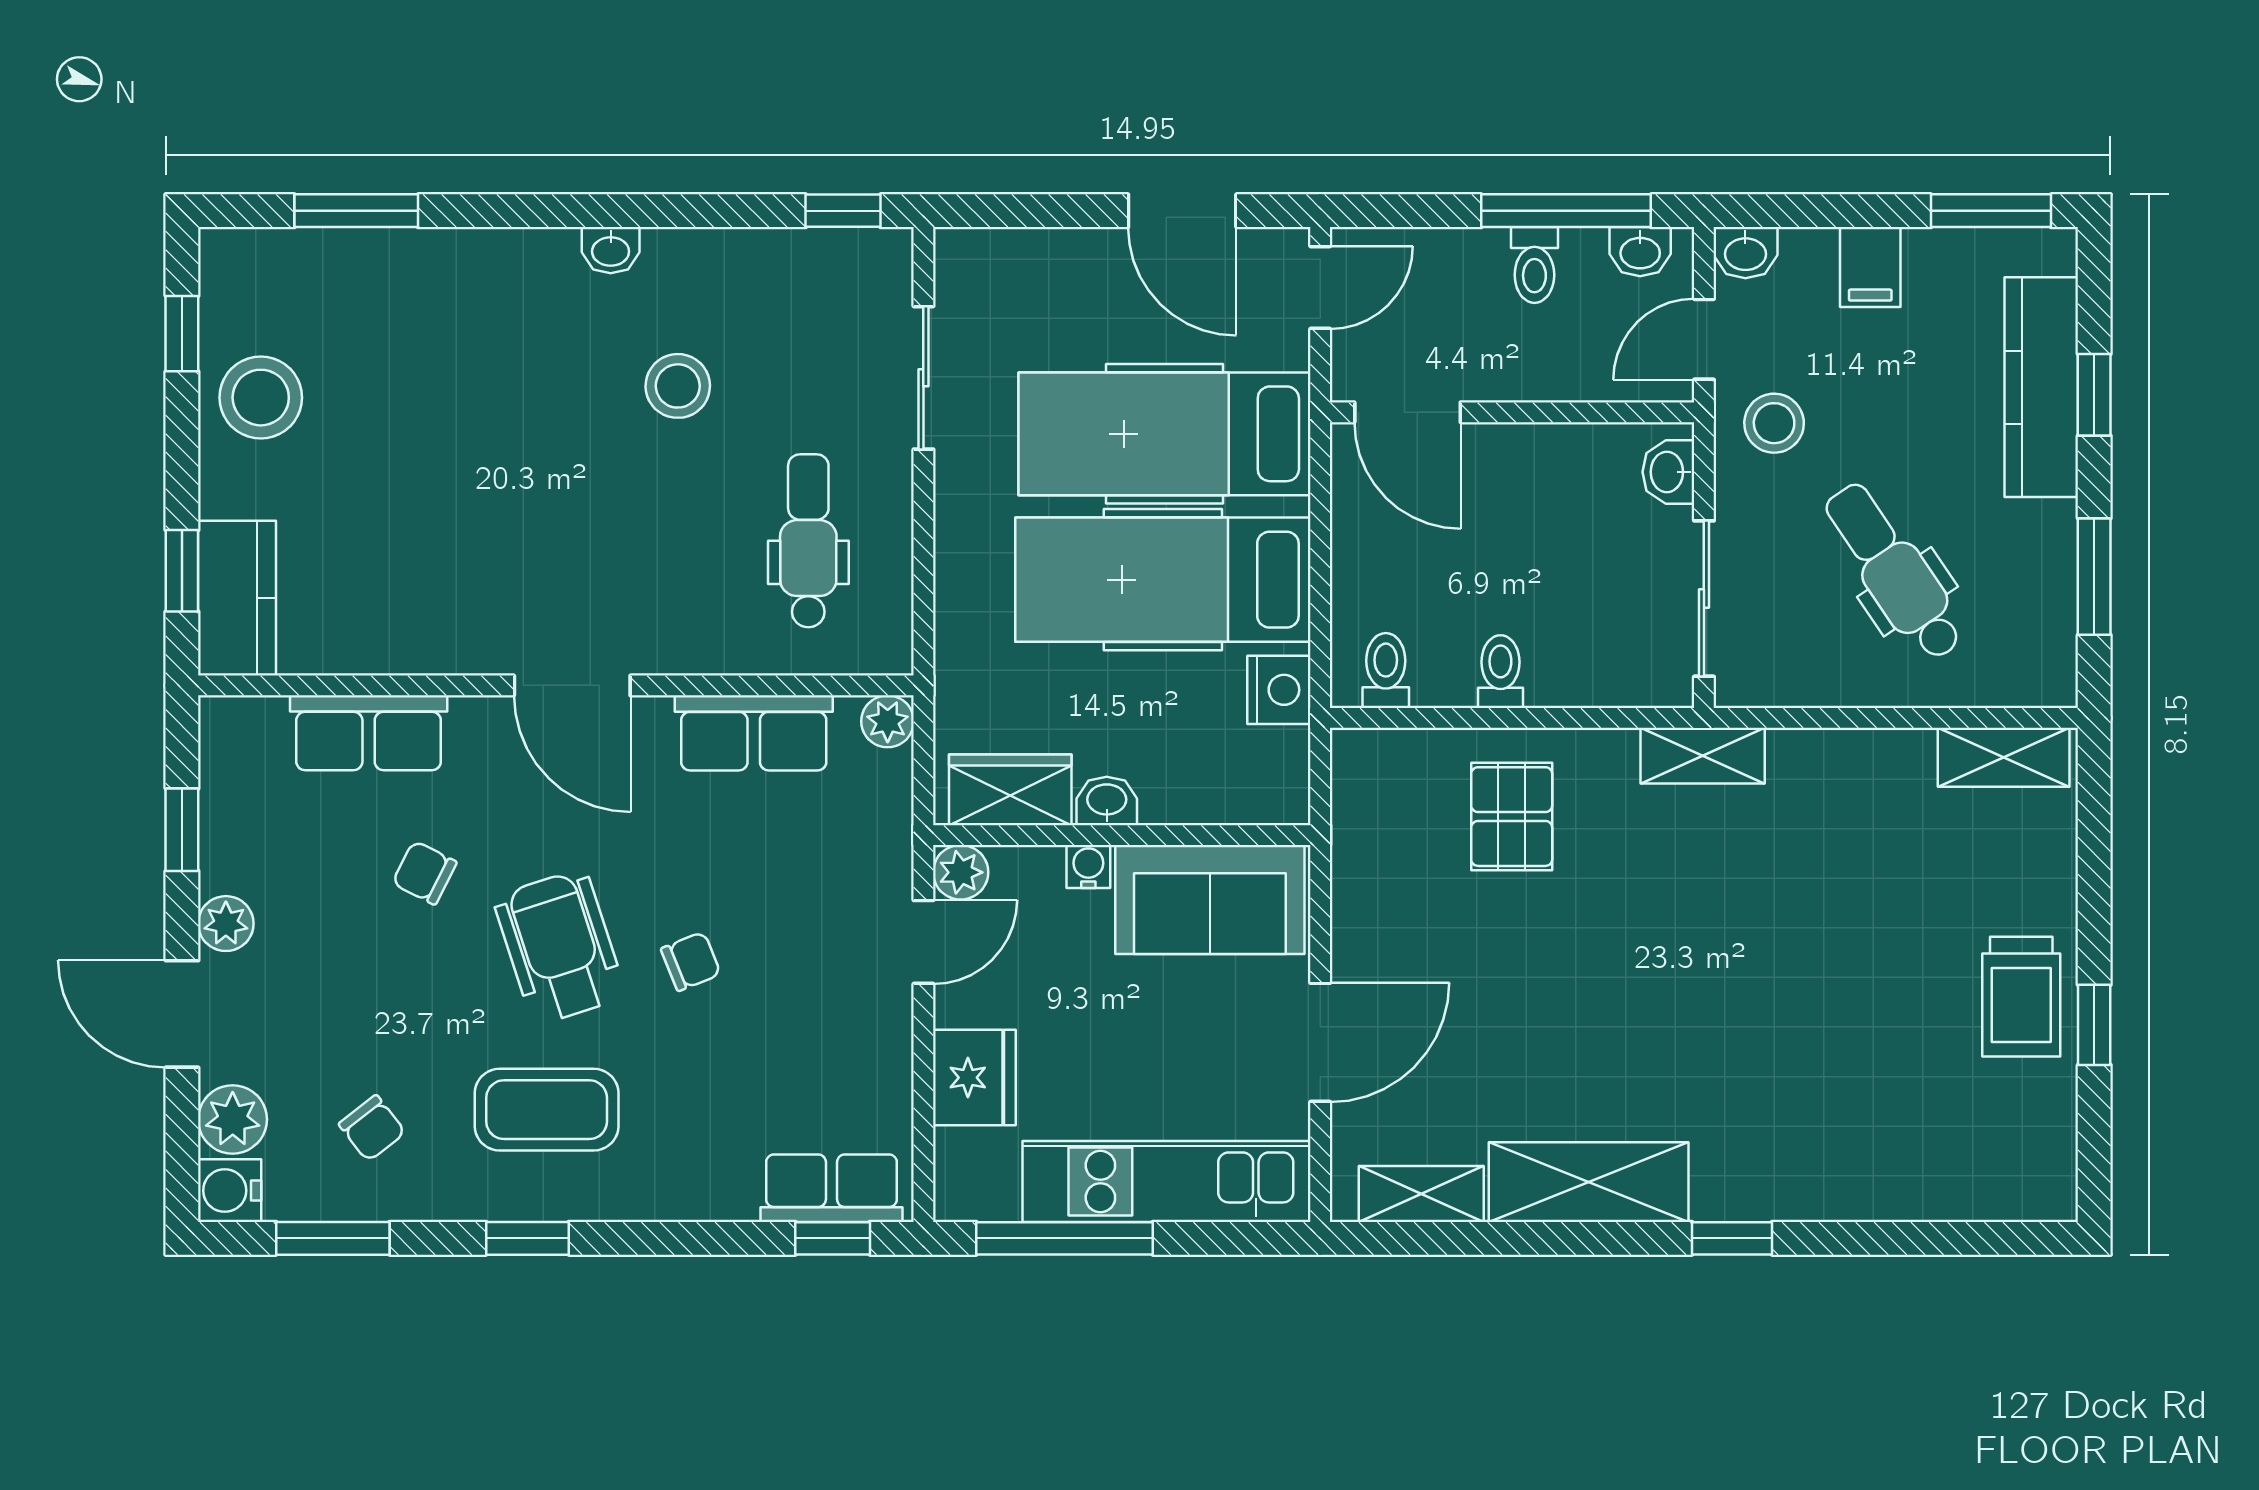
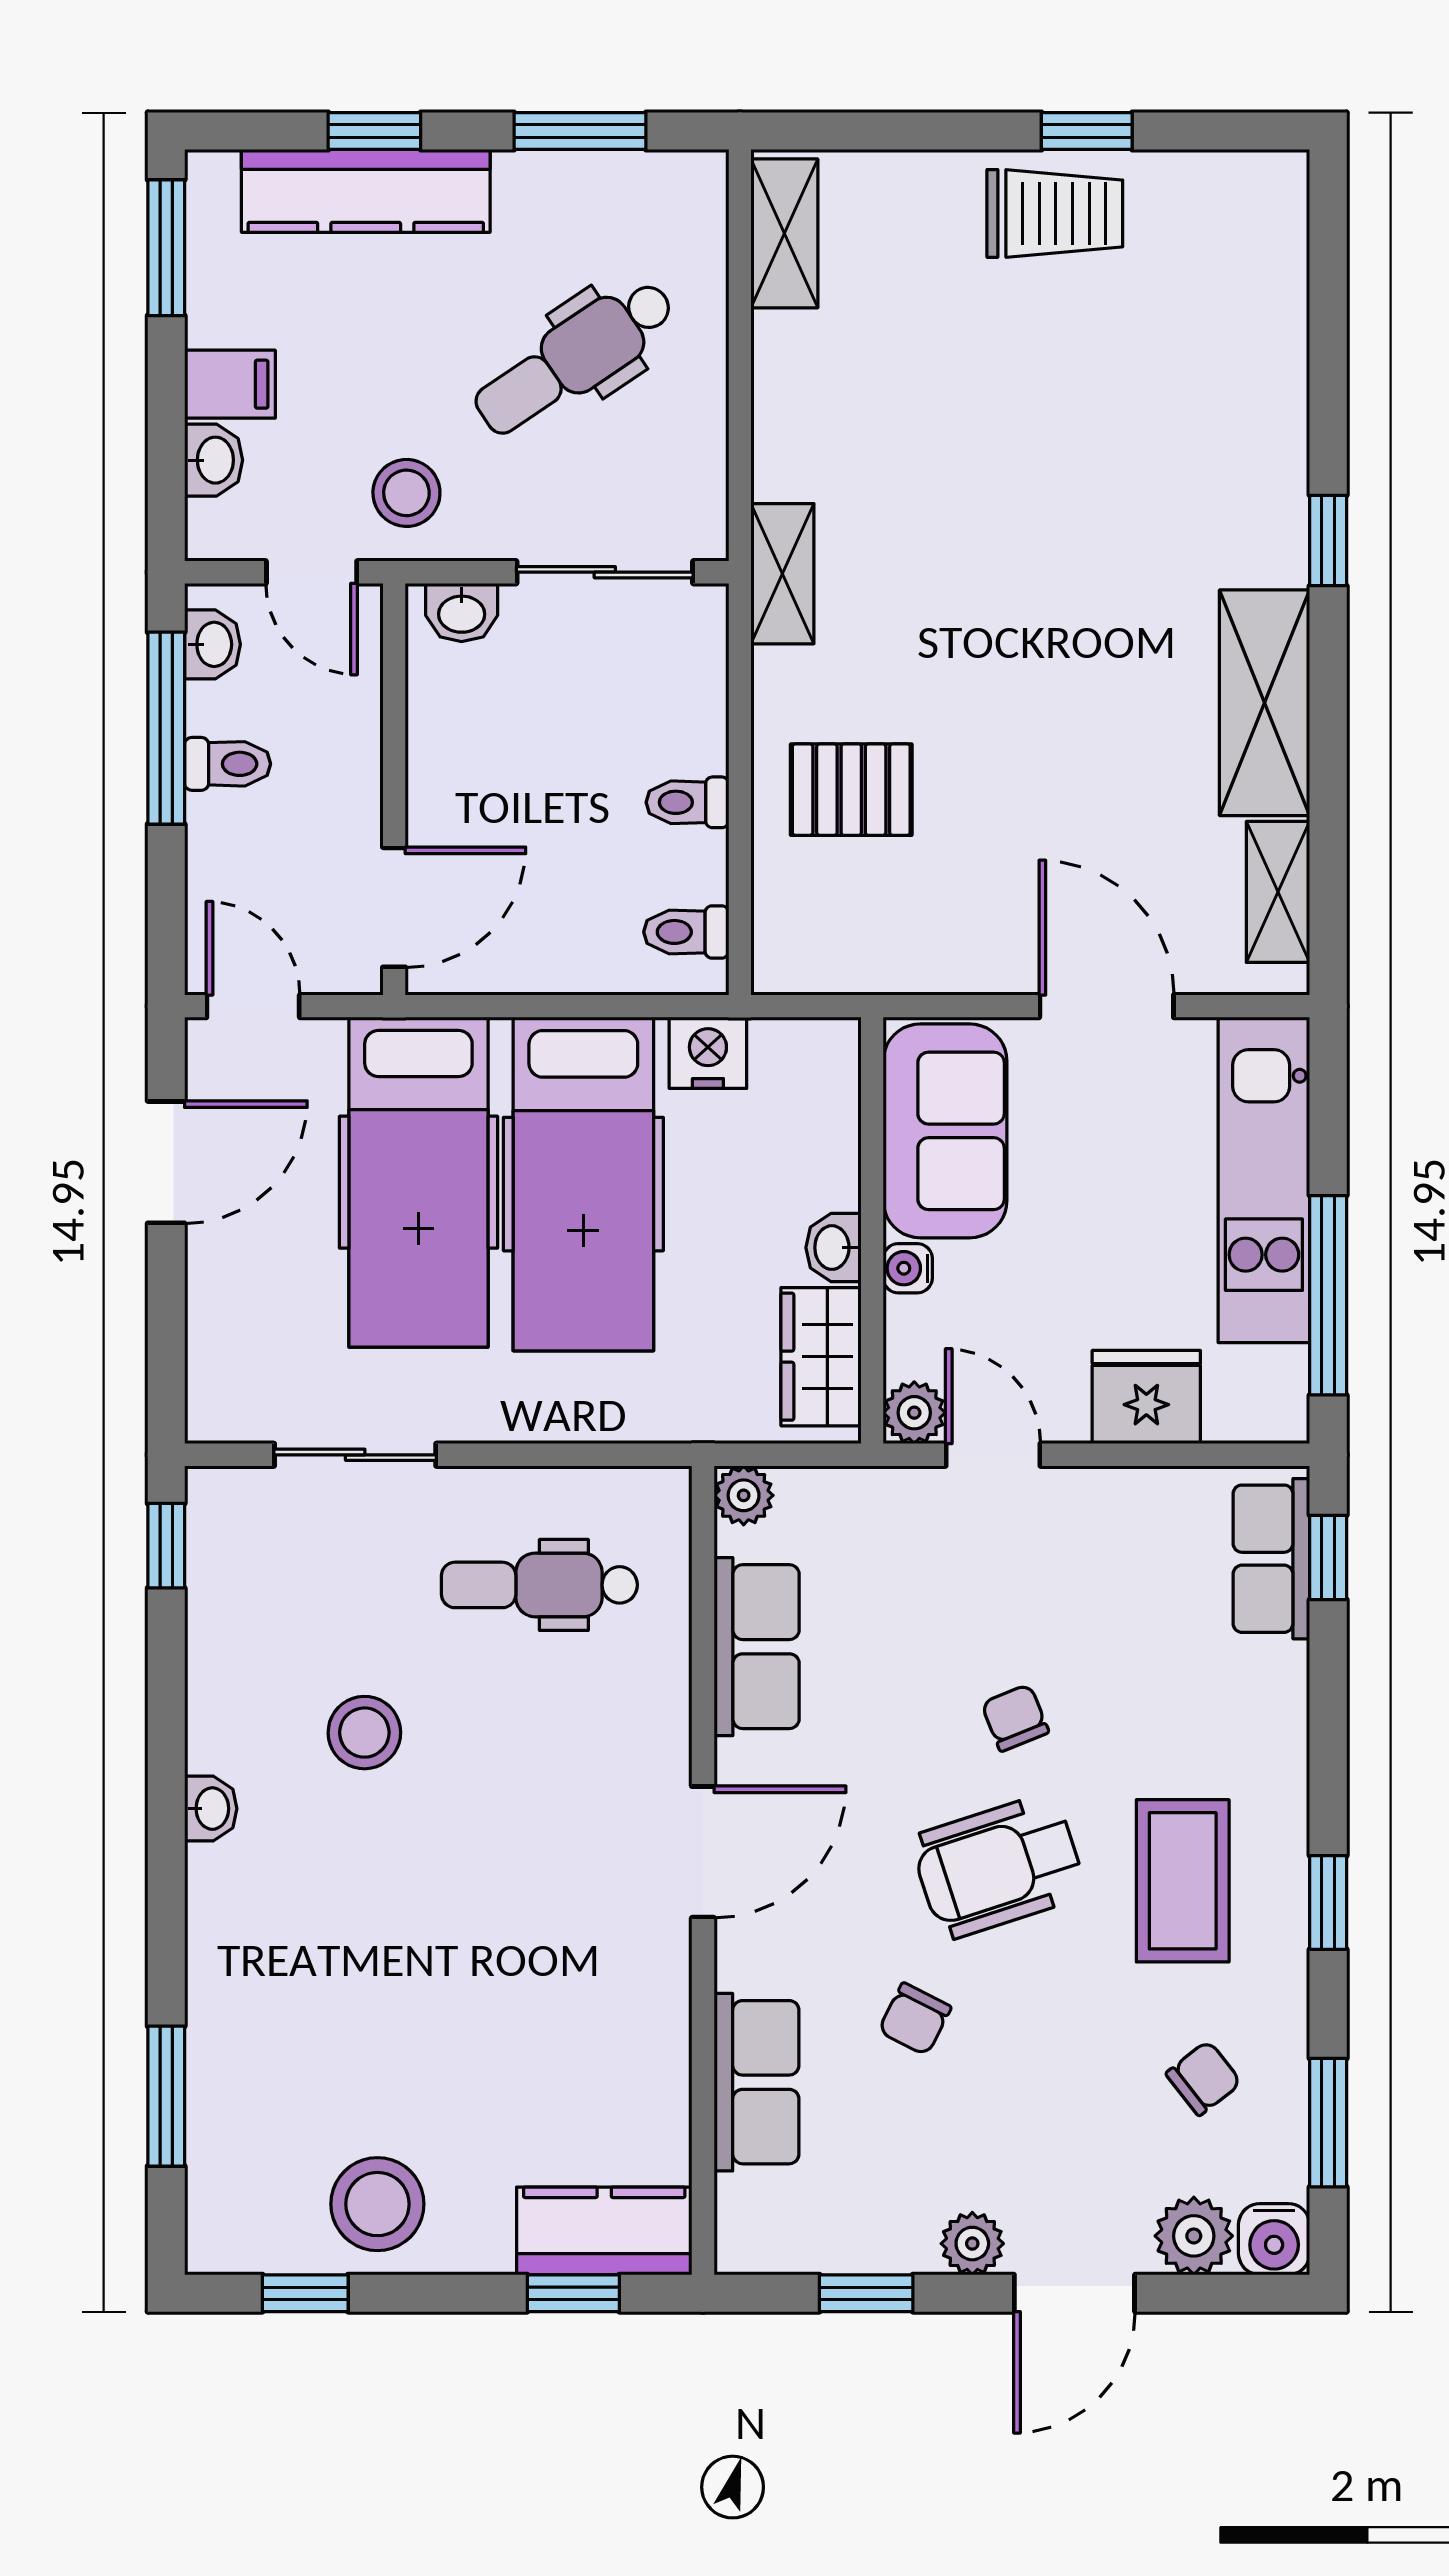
washbasin: (1745, 253) -> (214, 460), moved

